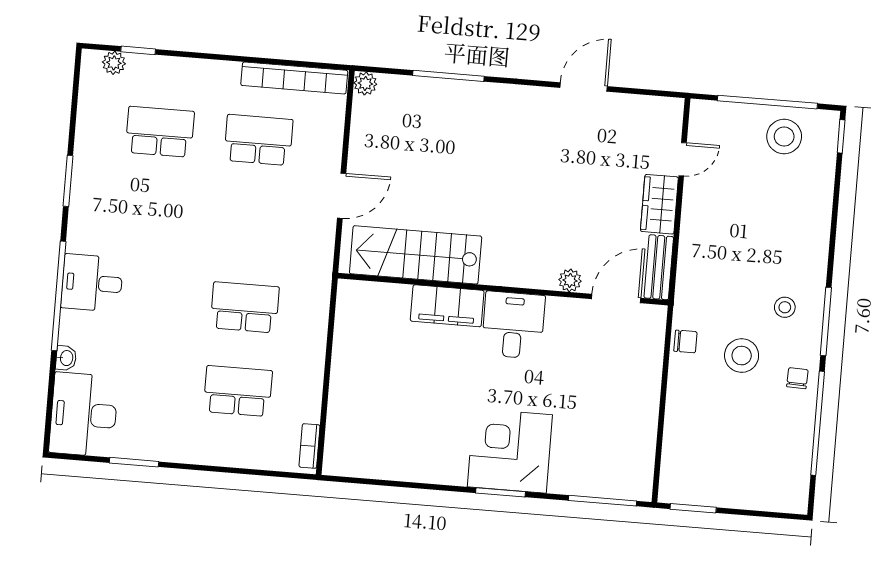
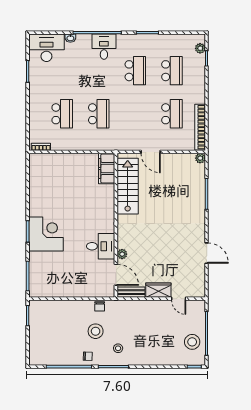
school desk: (153, 216) -> (135, 71), added
filing cabinet: (447, 306) -> (107, 169), moved
desk: (513, 325) -> (101, 246), moved

